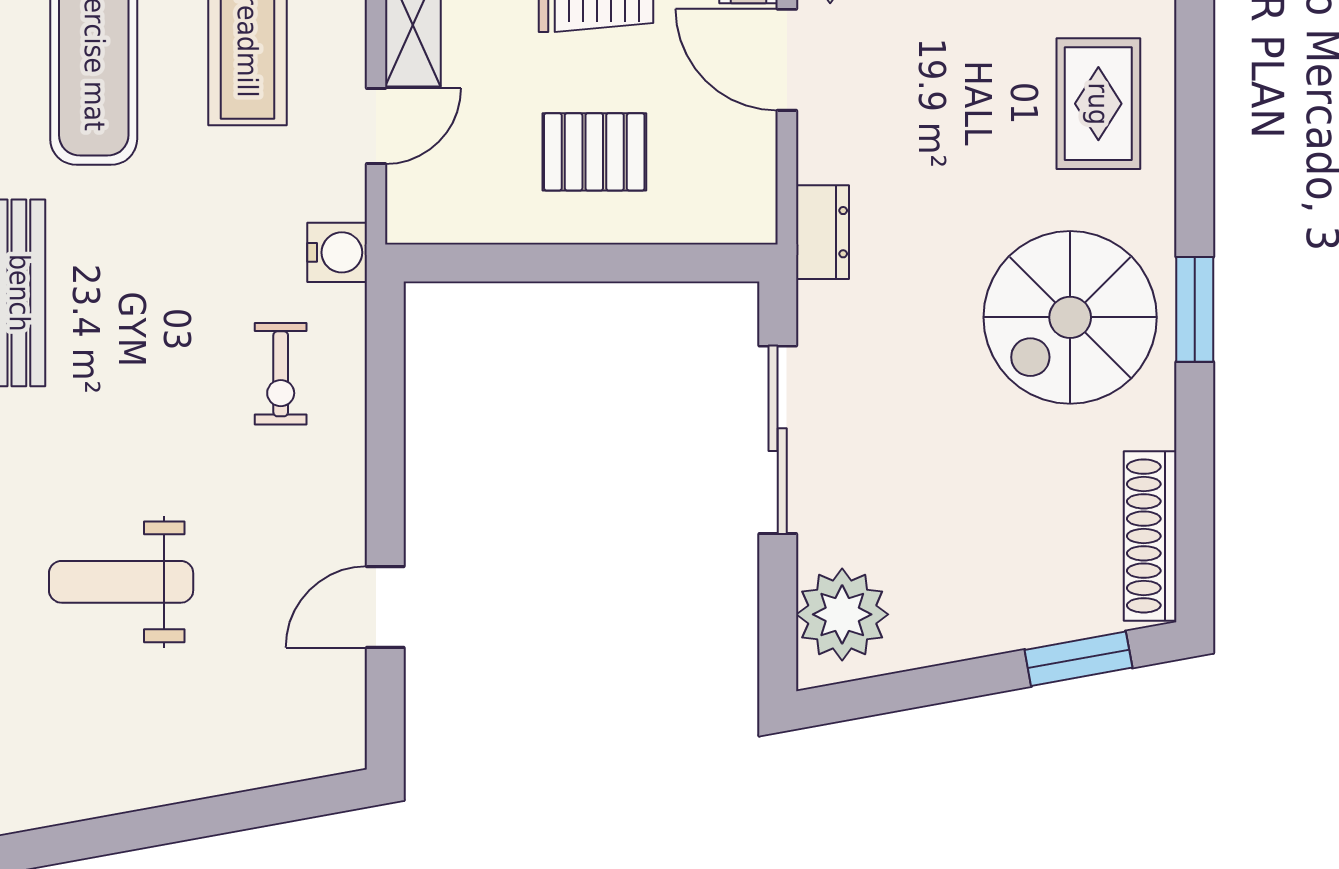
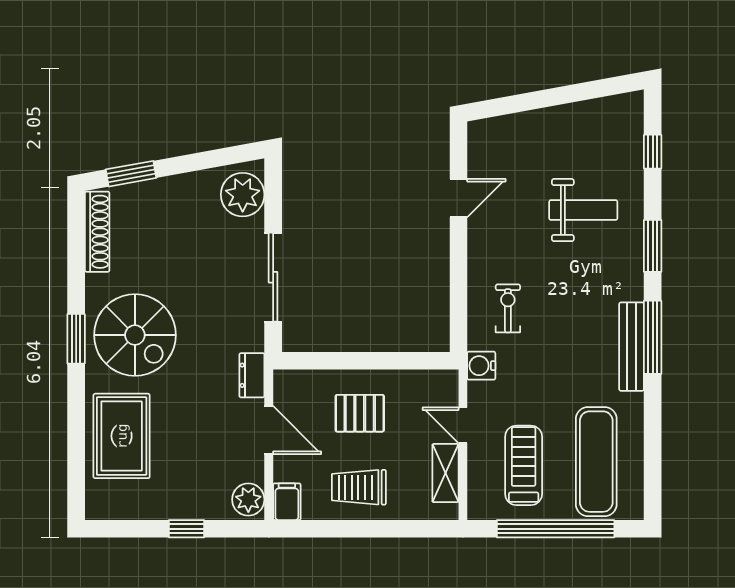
door: (787, 60) -> (269, 430), moved
rug: (1098, 104) -> (122, 436), width x1.36, depth x1.43
door: (376, 126) -> (463, 425), hinge flipped
spiral stairs: (1070, 317) -> (135, 335), turned 90

